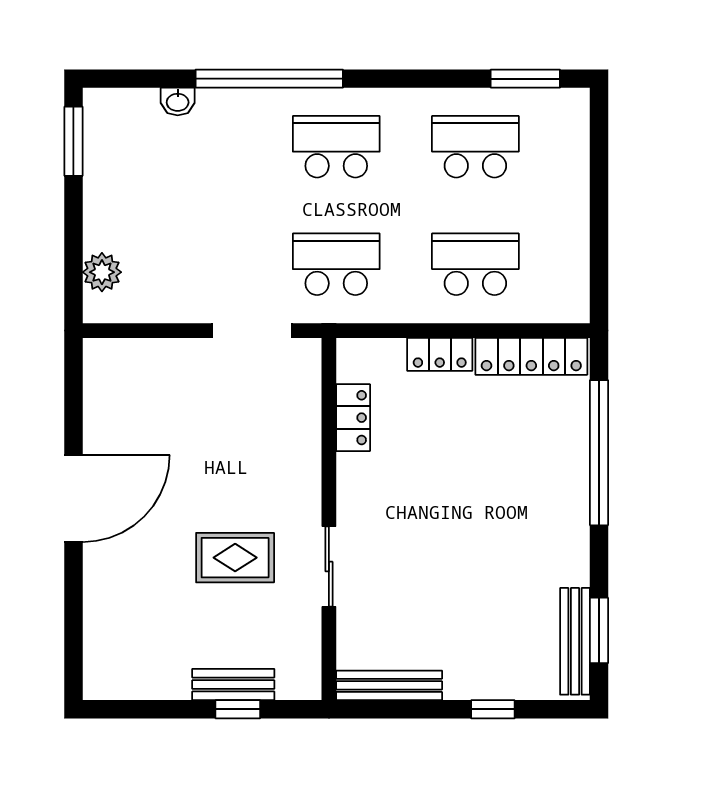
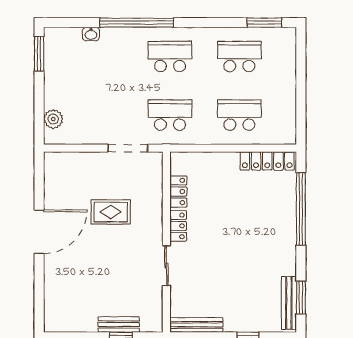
locker: (440, 354) -> (178, 226), moved, turned -90
rug: (235, 558) -> (111, 212), moved

